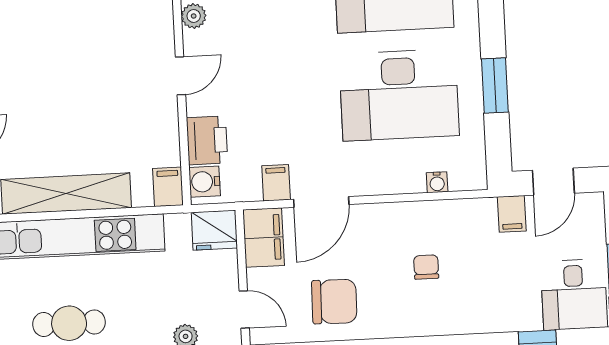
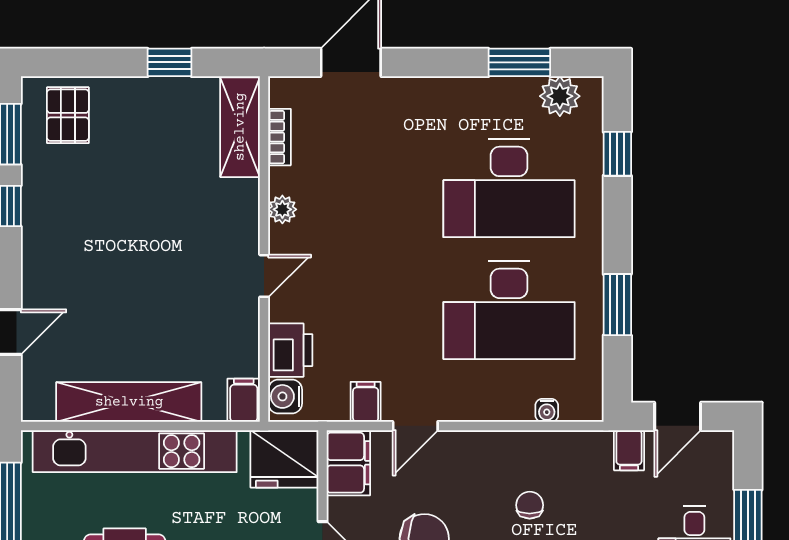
door: (321, 202) -> (415, 426), width x0.73
fridge: (214, 230) -> (284, 459), width x1.36, depth x1.34

